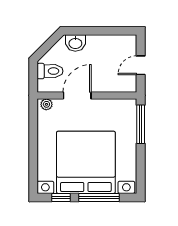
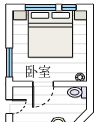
toilet: (50, 71) -> (77, 92), moved
door: (77, 95) -> (43, 84), moved

